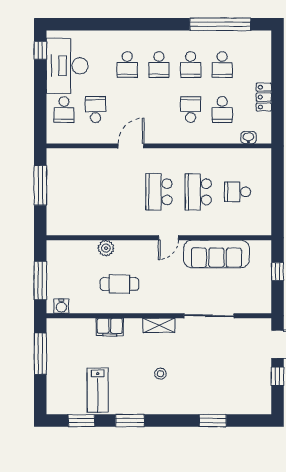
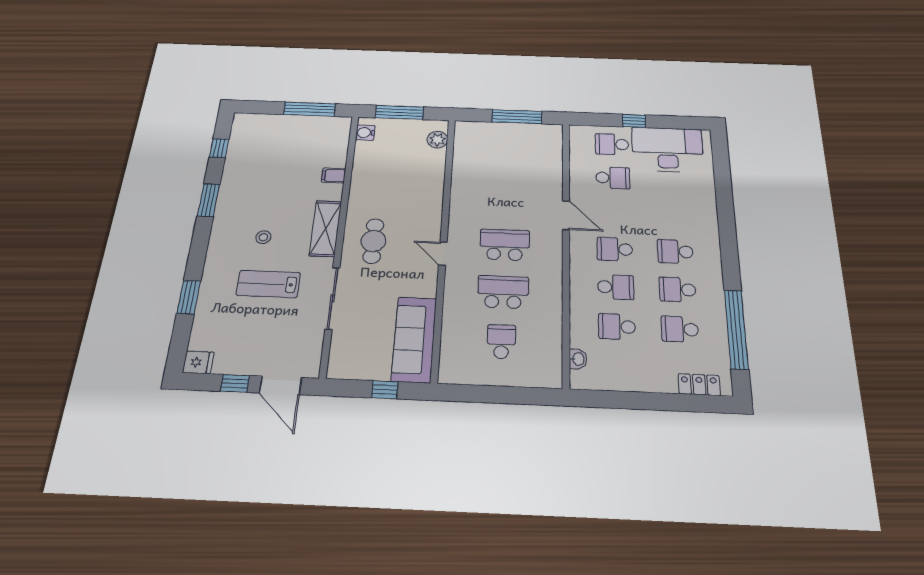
window: (40, 50) -> (634, 121), moved
school desk: (127, 65) -> (615, 249), moved
locker: (264, 97) -> (699, 385), moved
plant: (106, 248) -> (437, 140), moved
sofa: (216, 254) -> (414, 339), moved
cafe table: (119, 284) -> (373, 241), moved
shelving: (159, 325) -> (326, 228), width x1.50, depth x1.33
filing cabinet: (110, 327) -> (334, 175), width x0.50
lab bench: (98, 390) -> (268, 284), moved
fridge: (263, 405) -> (198, 362), added
window: (82, 421) -> (219, 148), width x0.67

